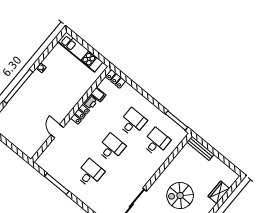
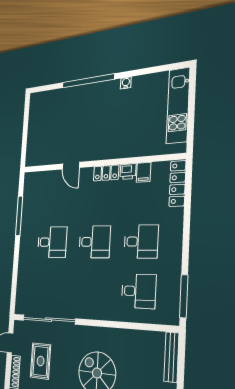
locker: (116, 79) -> (178, 183), width x1.53
door: (57, 131) -> (71, 166), swing flipped

